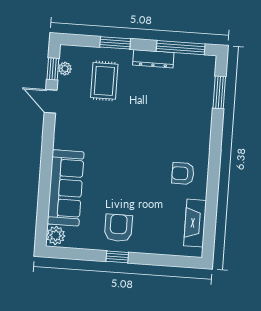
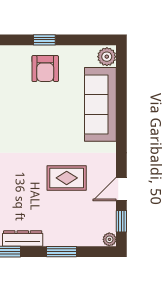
plant: (65, 69) -> (109, 239), moved
rug: (104, 81) -> (67, 178), moved, turned 90
door: (51, 101) -> (121, 189), swing flipped

